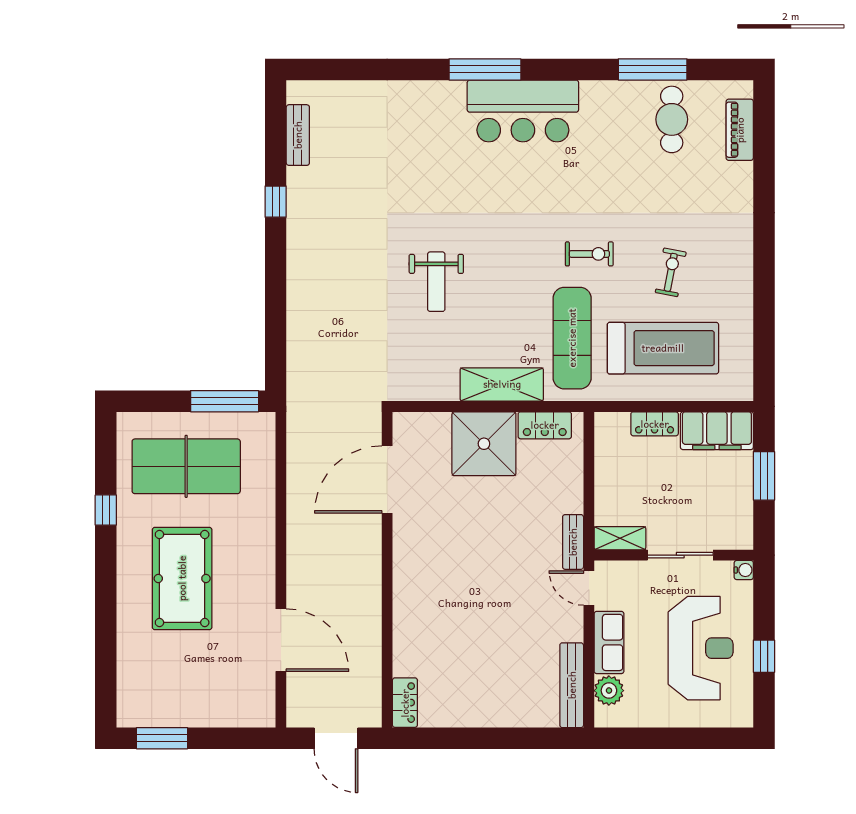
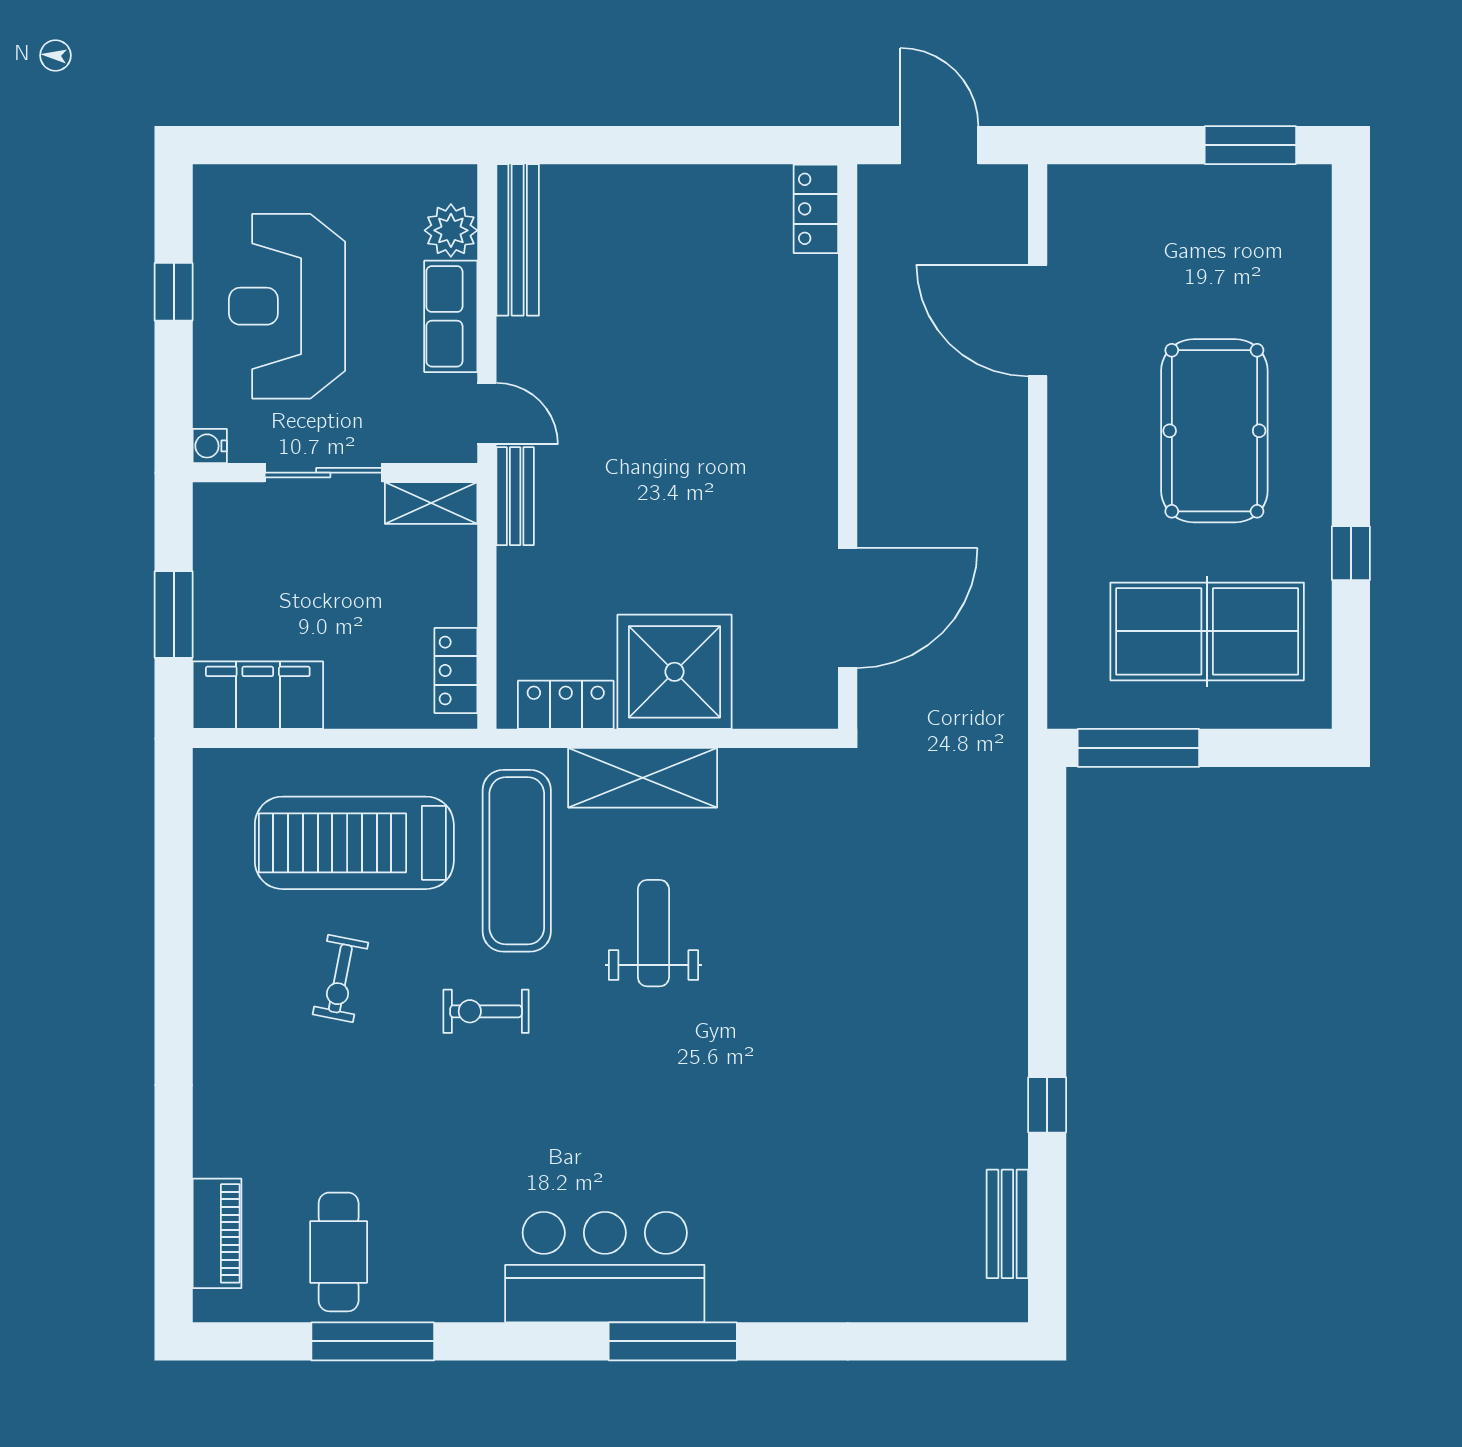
weight bench: (436, 282) -> (653, 933), moved
locker: (655, 424) -> (456, 671), moved, turned -90

